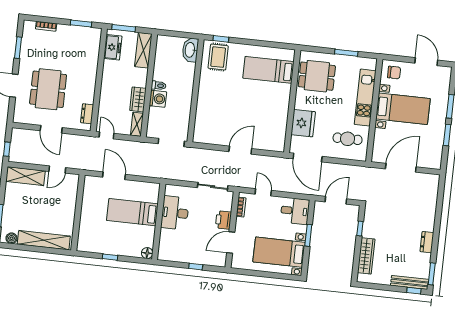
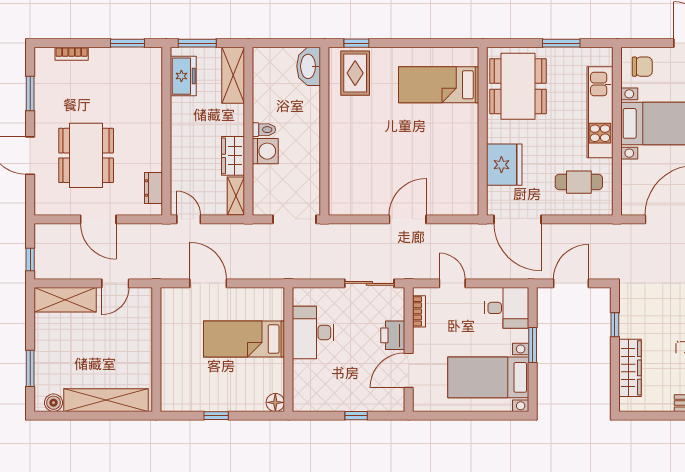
dining table: (317, 76) -> (518, 86), width x1.37

